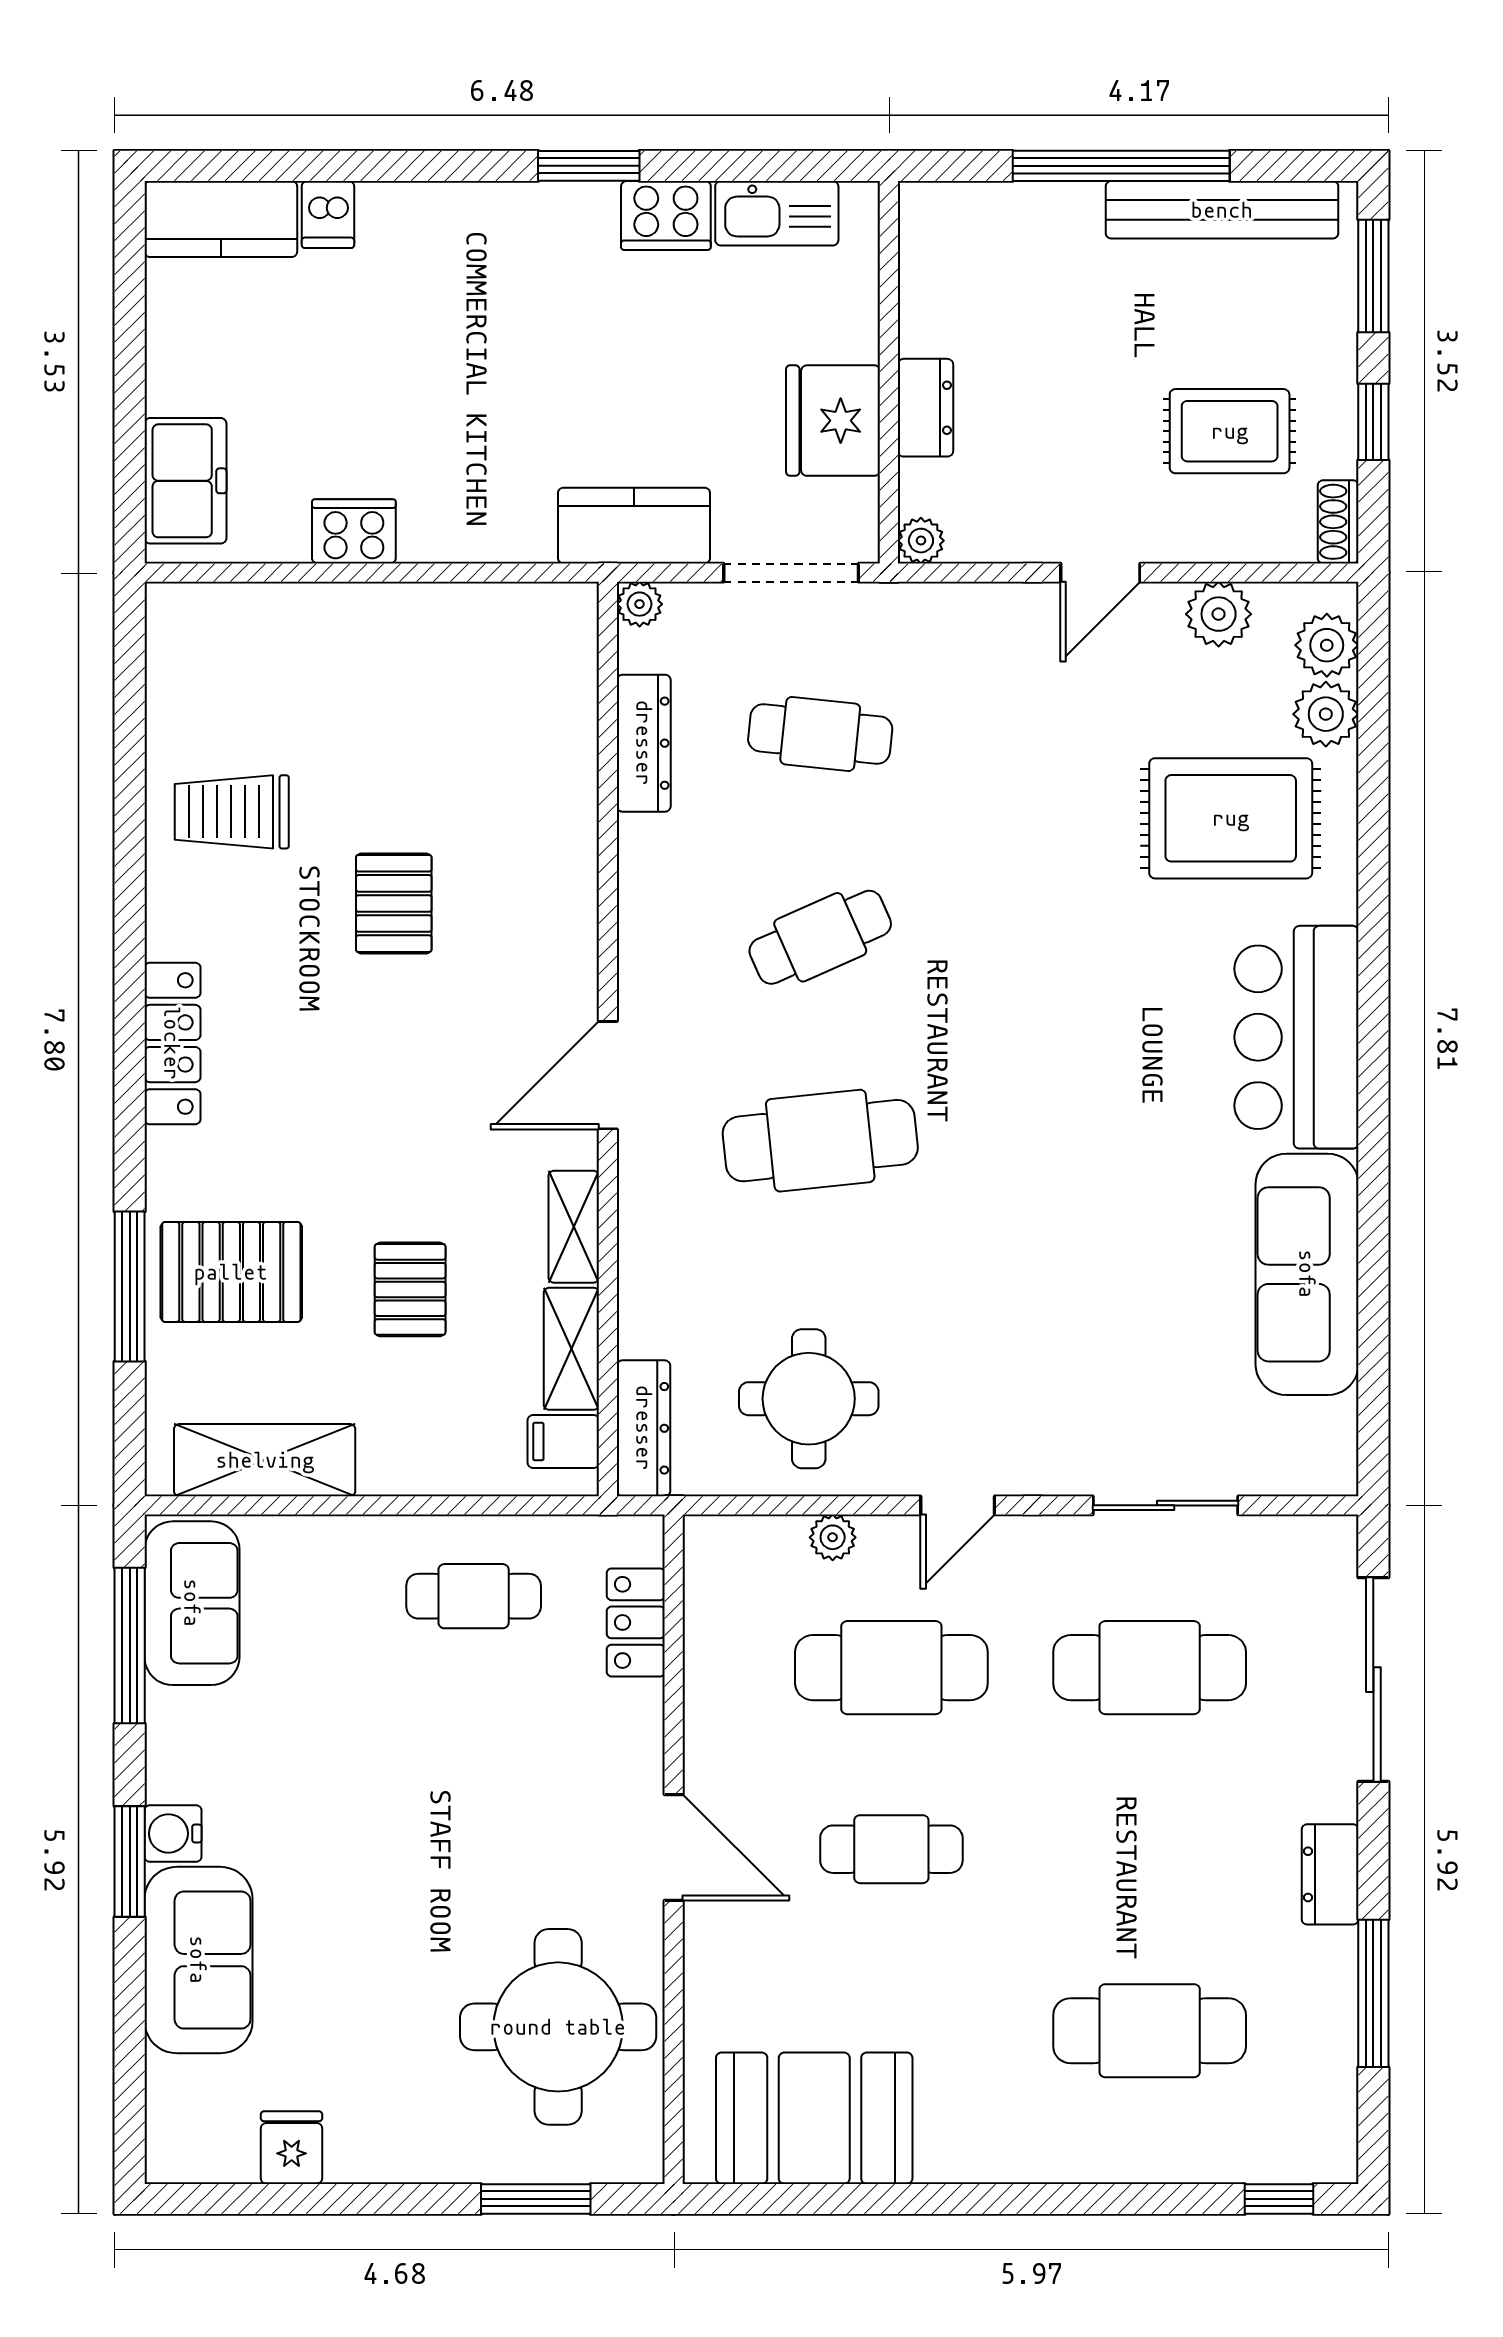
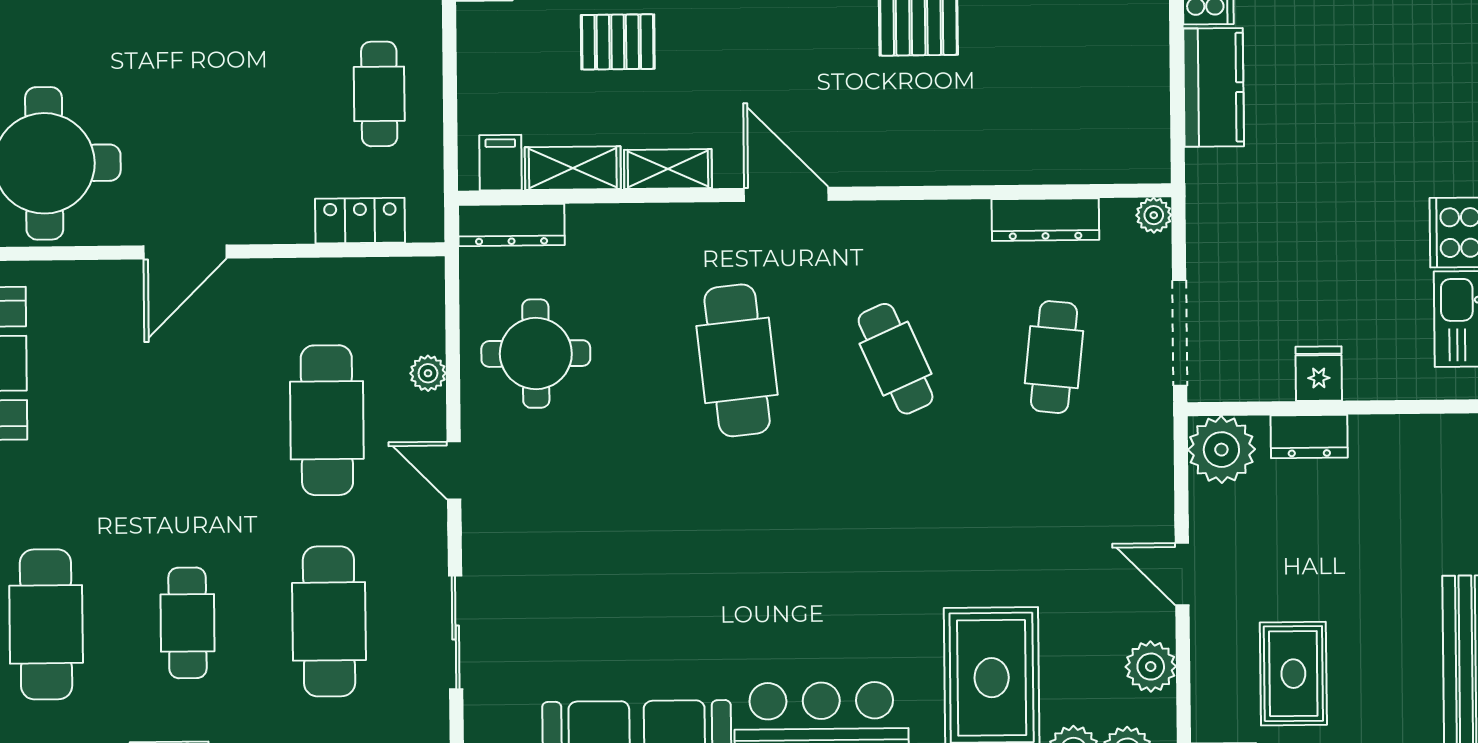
fridge: (833, 421) -> (1319, 374), width x0.53, depth x0.75
kitchen counter: (634, 526) -> (1214, 87), moved
plant: (921, 541) -> (1221, 450), width x1.88, depth x1.88
cafe table: (891, 1849) -> (188, 623), moved

